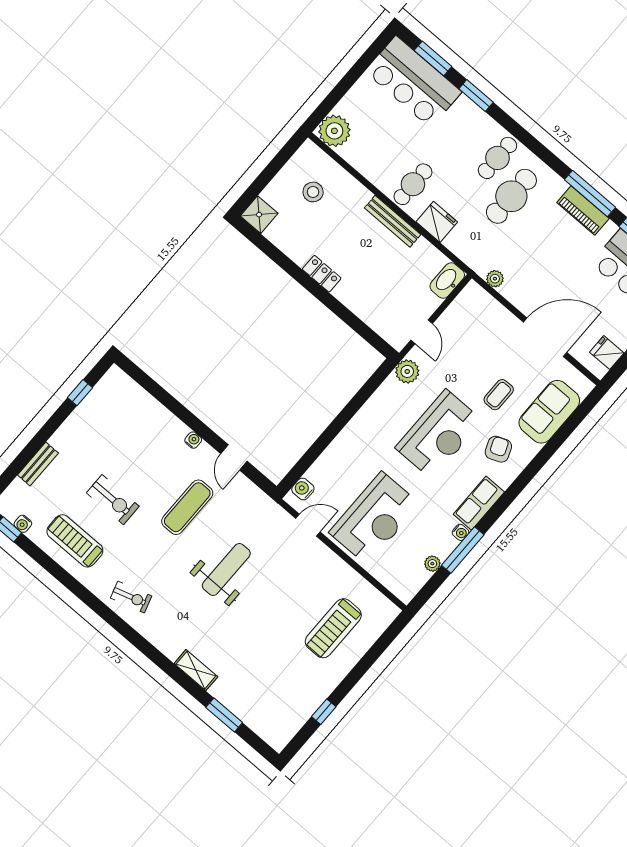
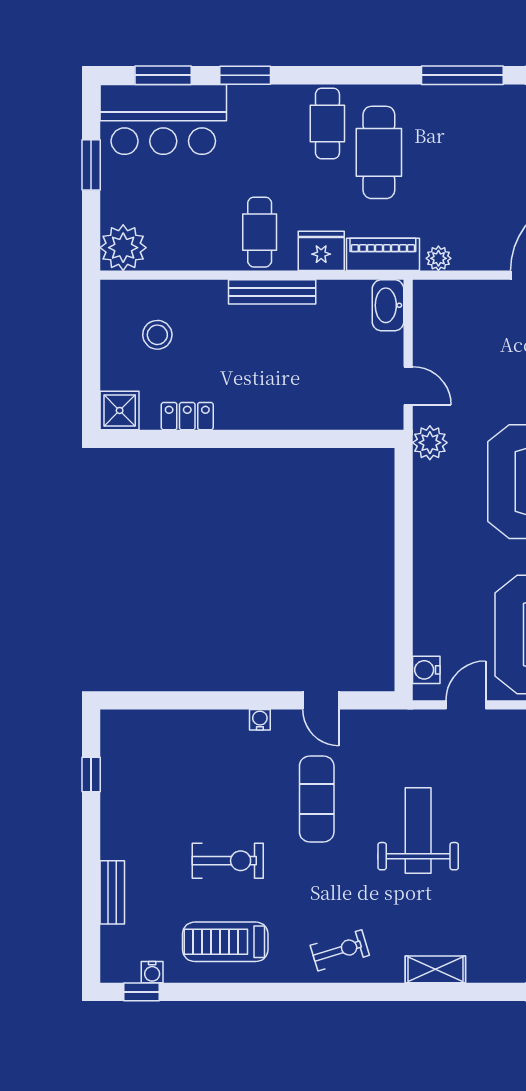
window: (355, 73) -> (91, 165), added
piano: (583, 211) -> (383, 254), moved, turned 180
locker: (322, 274) -> (187, 416), moved
shelving: (196, 670) -> (435, 969), moved

